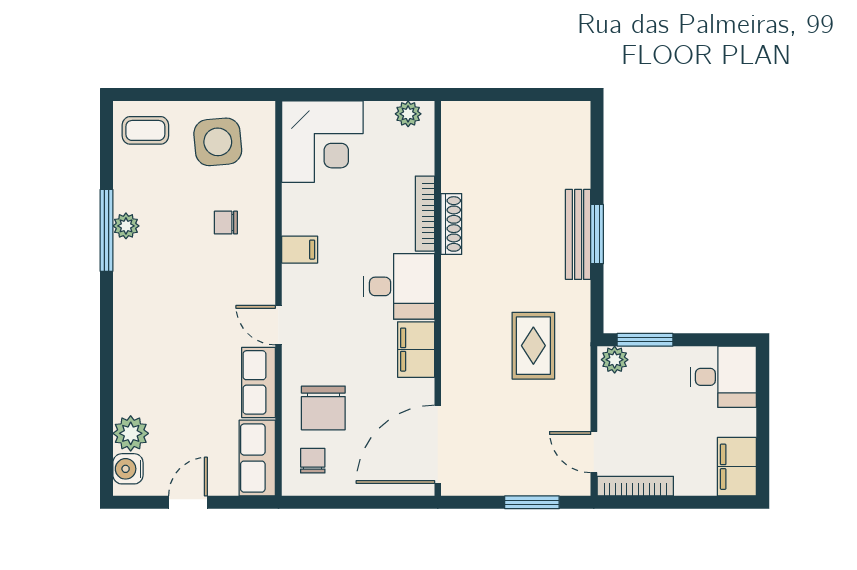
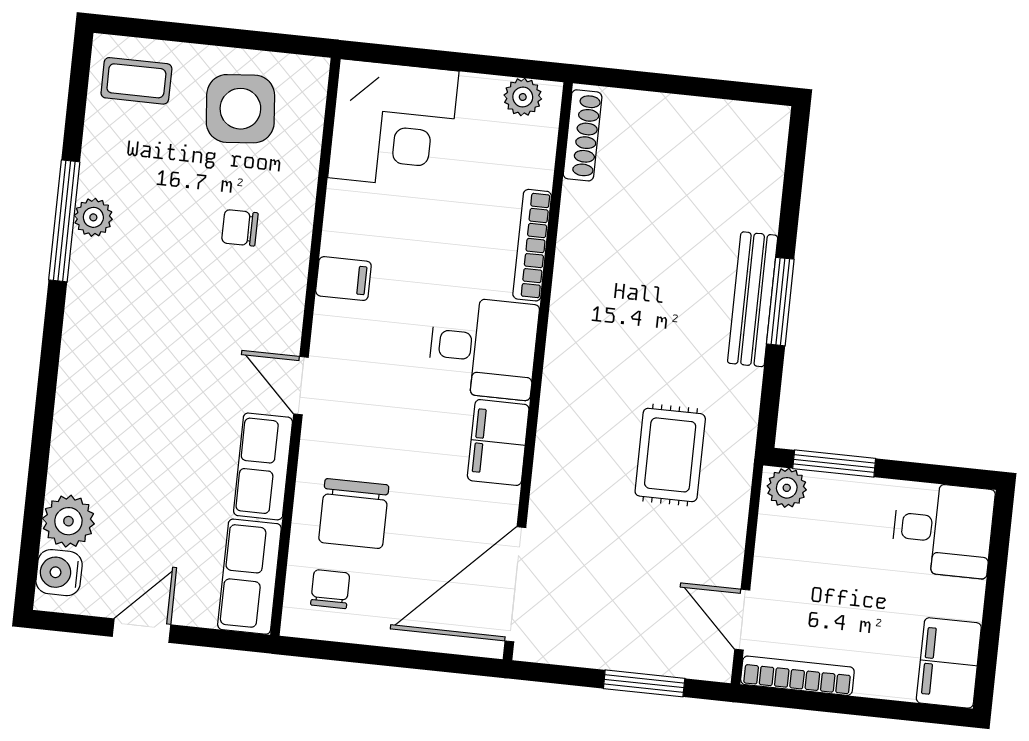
shoe rack: (451, 224) -> (583, 135), moved

